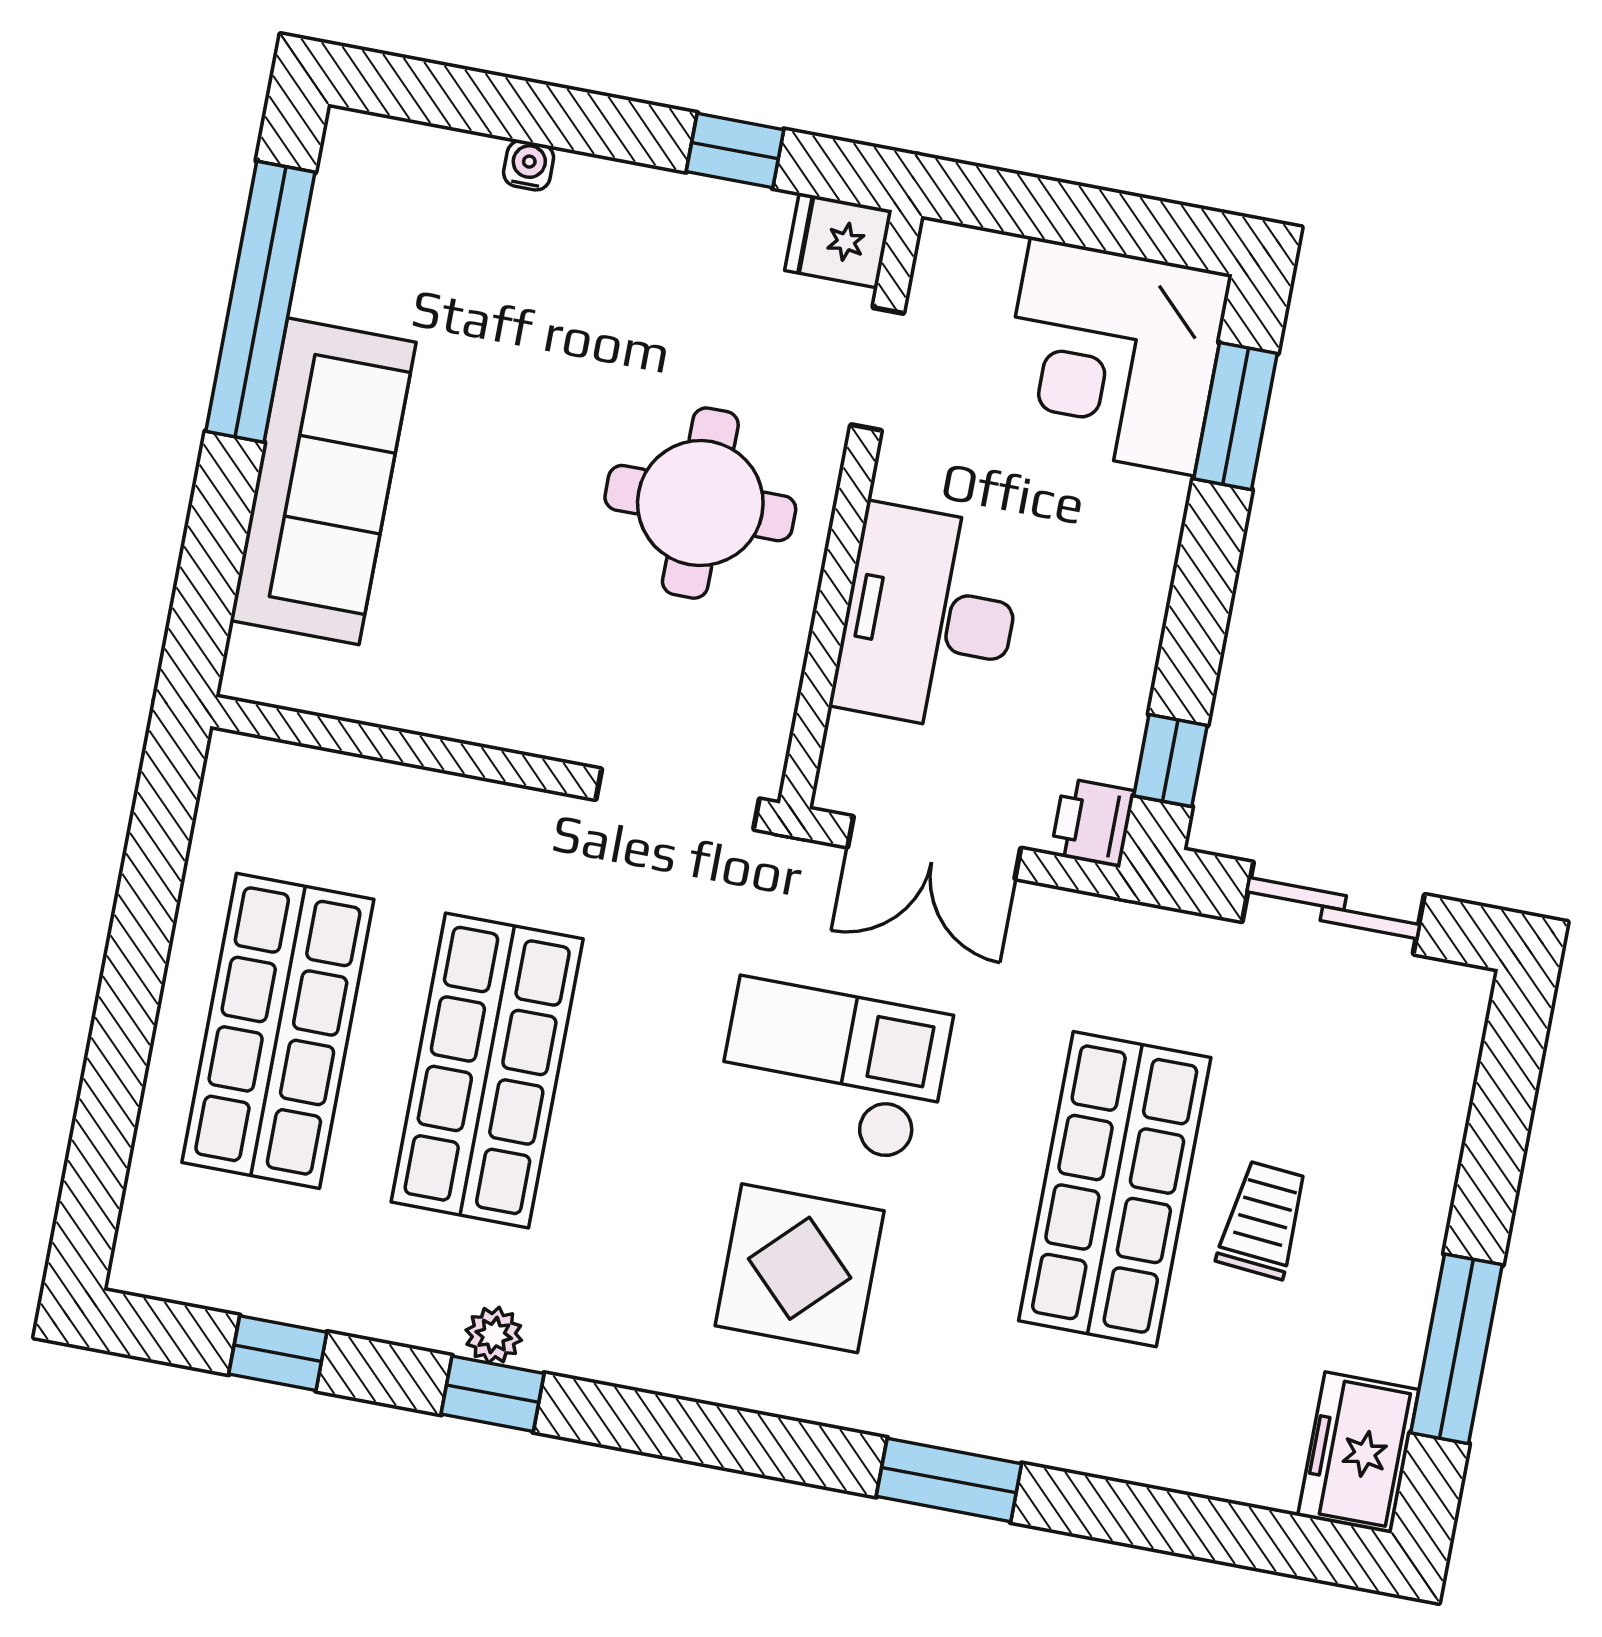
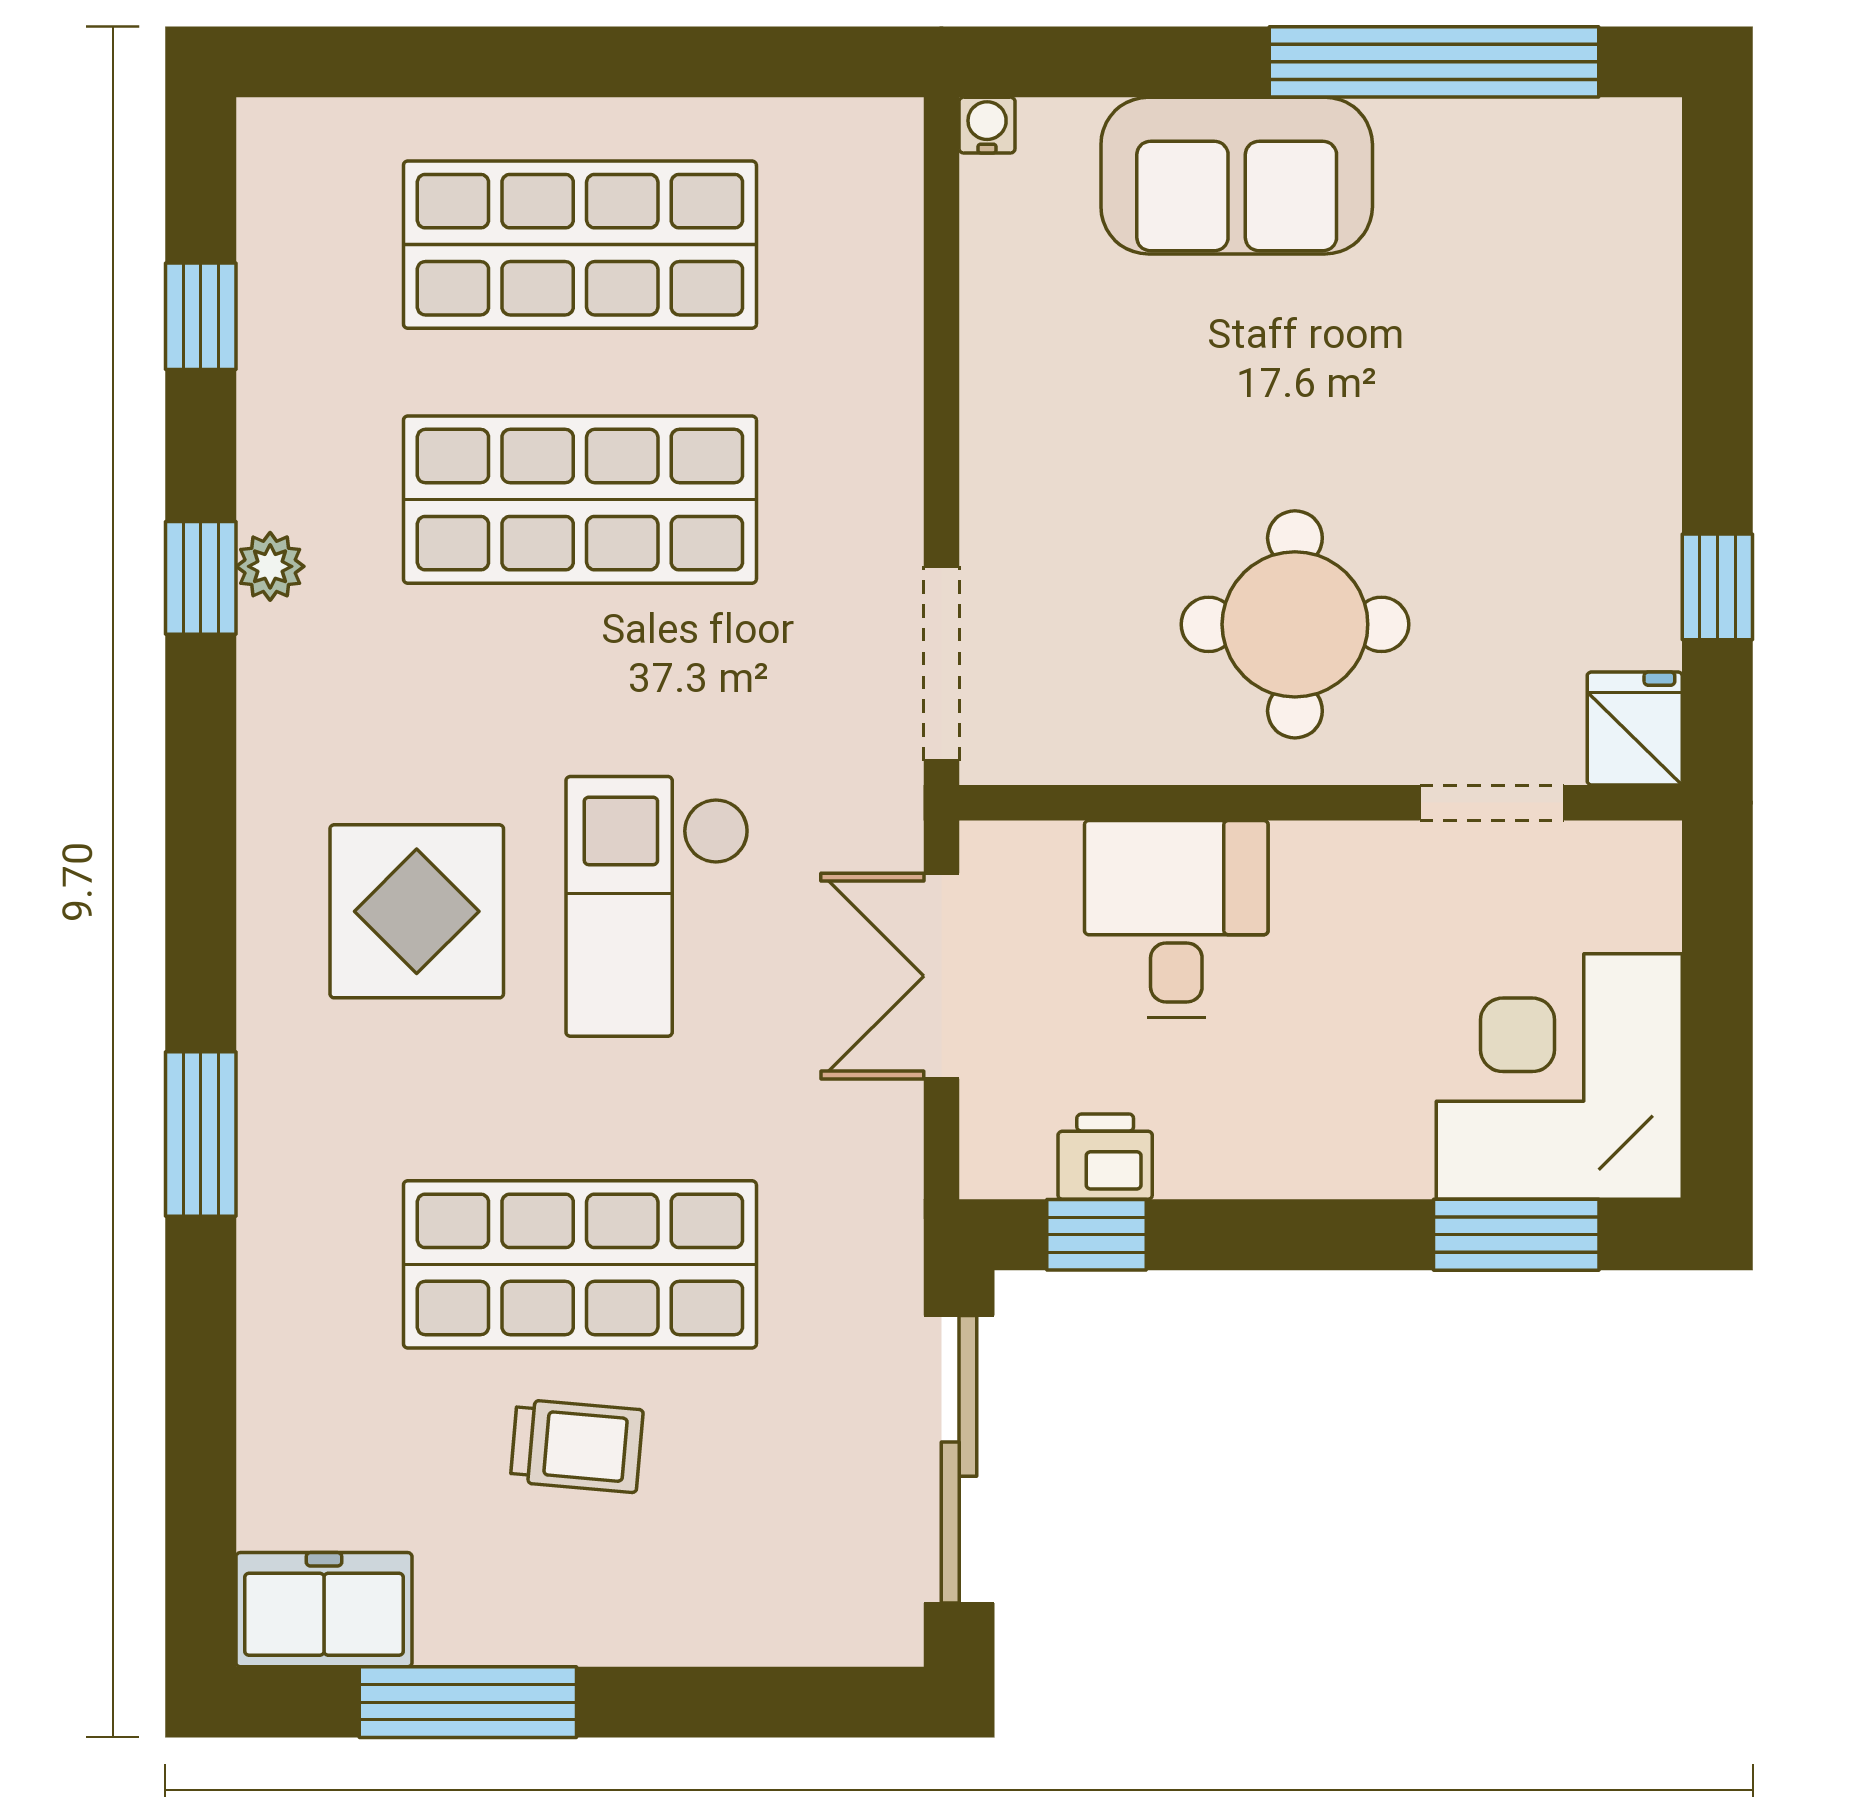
water cooler: (529, 165) -> (987, 125), moved, turned -90
sofa: (323, 481) -> (1237, 176), width x0.73
desk: (929, 618) -> (1176, 919), width x0.73
printer: (1092, 823) -> (1105, 1157), moved
sliding door: (1333, 908) -> (959, 1459), width x1.37
checkout: (833, 1070) -> (657, 906), turned 180

